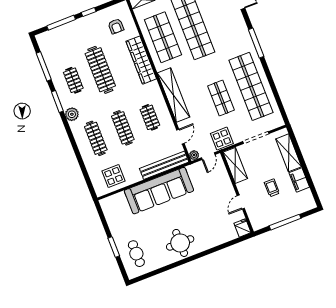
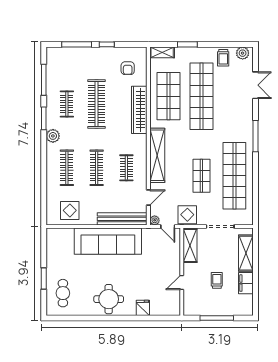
door: (208, 156) -> (168, 227), hinge flipped
fridge: (243, 228) -> (143, 308), moved

